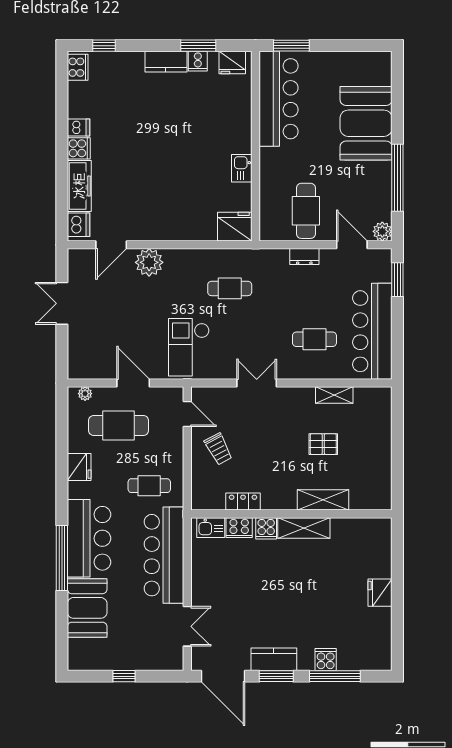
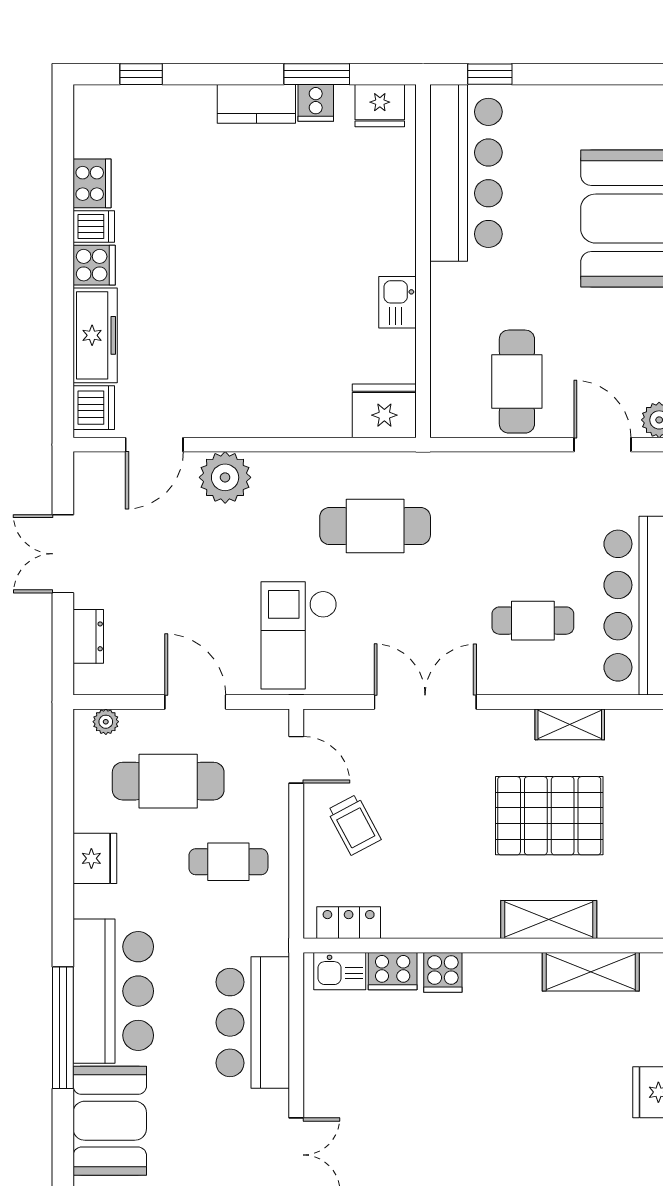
window: (291, 46) -> (490, 74), width x0.67
cooker: (78, 67) -> (92, 183), moved
dresser: (304, 257) -> (88, 636), moved, turned -90
cafe table: (230, 288) -> (375, 526), width x1.37, depth x1.35
double door: (257, 383) -> (425, 702), width x1.37
pallet: (323, 444) -> (549, 816), width x2.05, depth x2.00
cafe table: (149, 486) -> (228, 862), moved
locker: (243, 502) -> (349, 923), moved
shelving: (304, 528) -> (591, 972), moved
bar counter: (164, 555) -> (253, 1022), width x0.73

